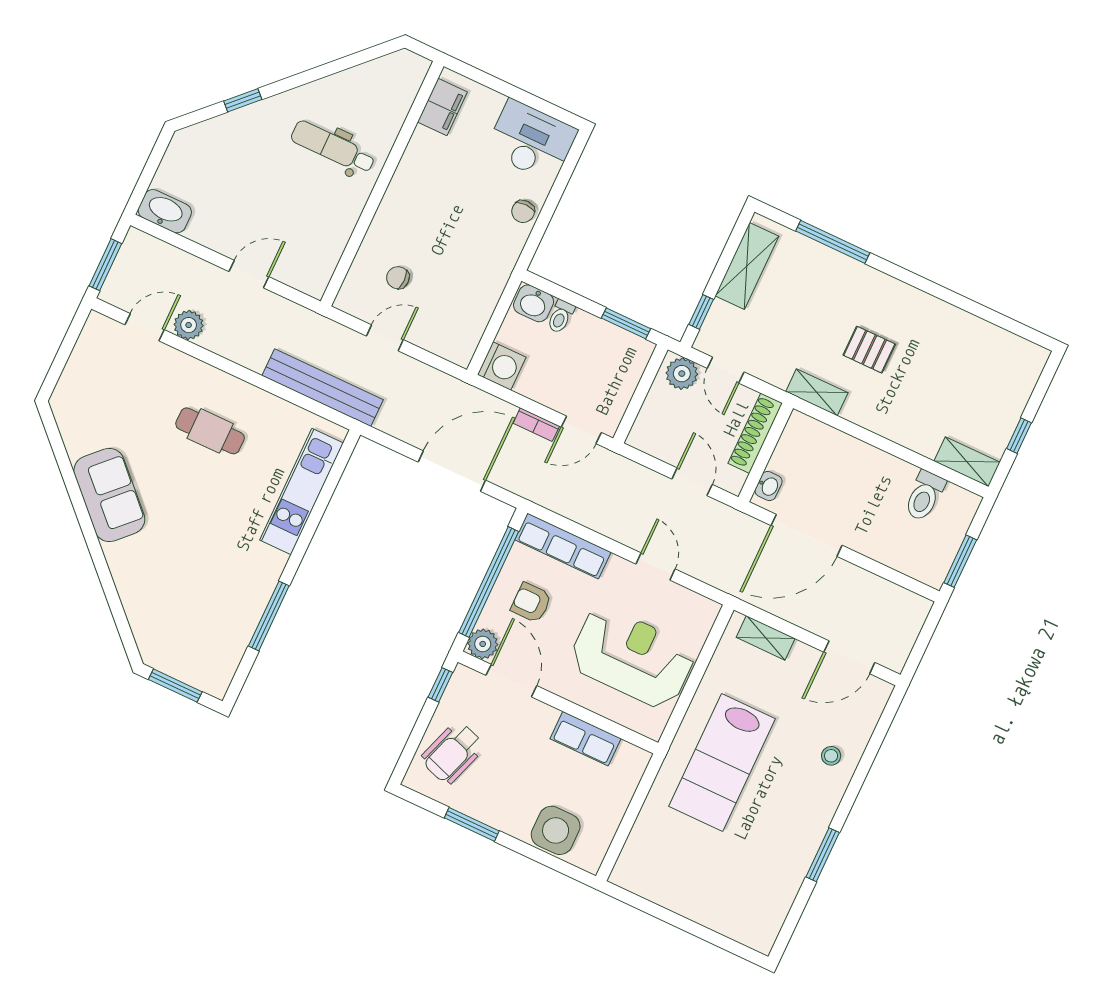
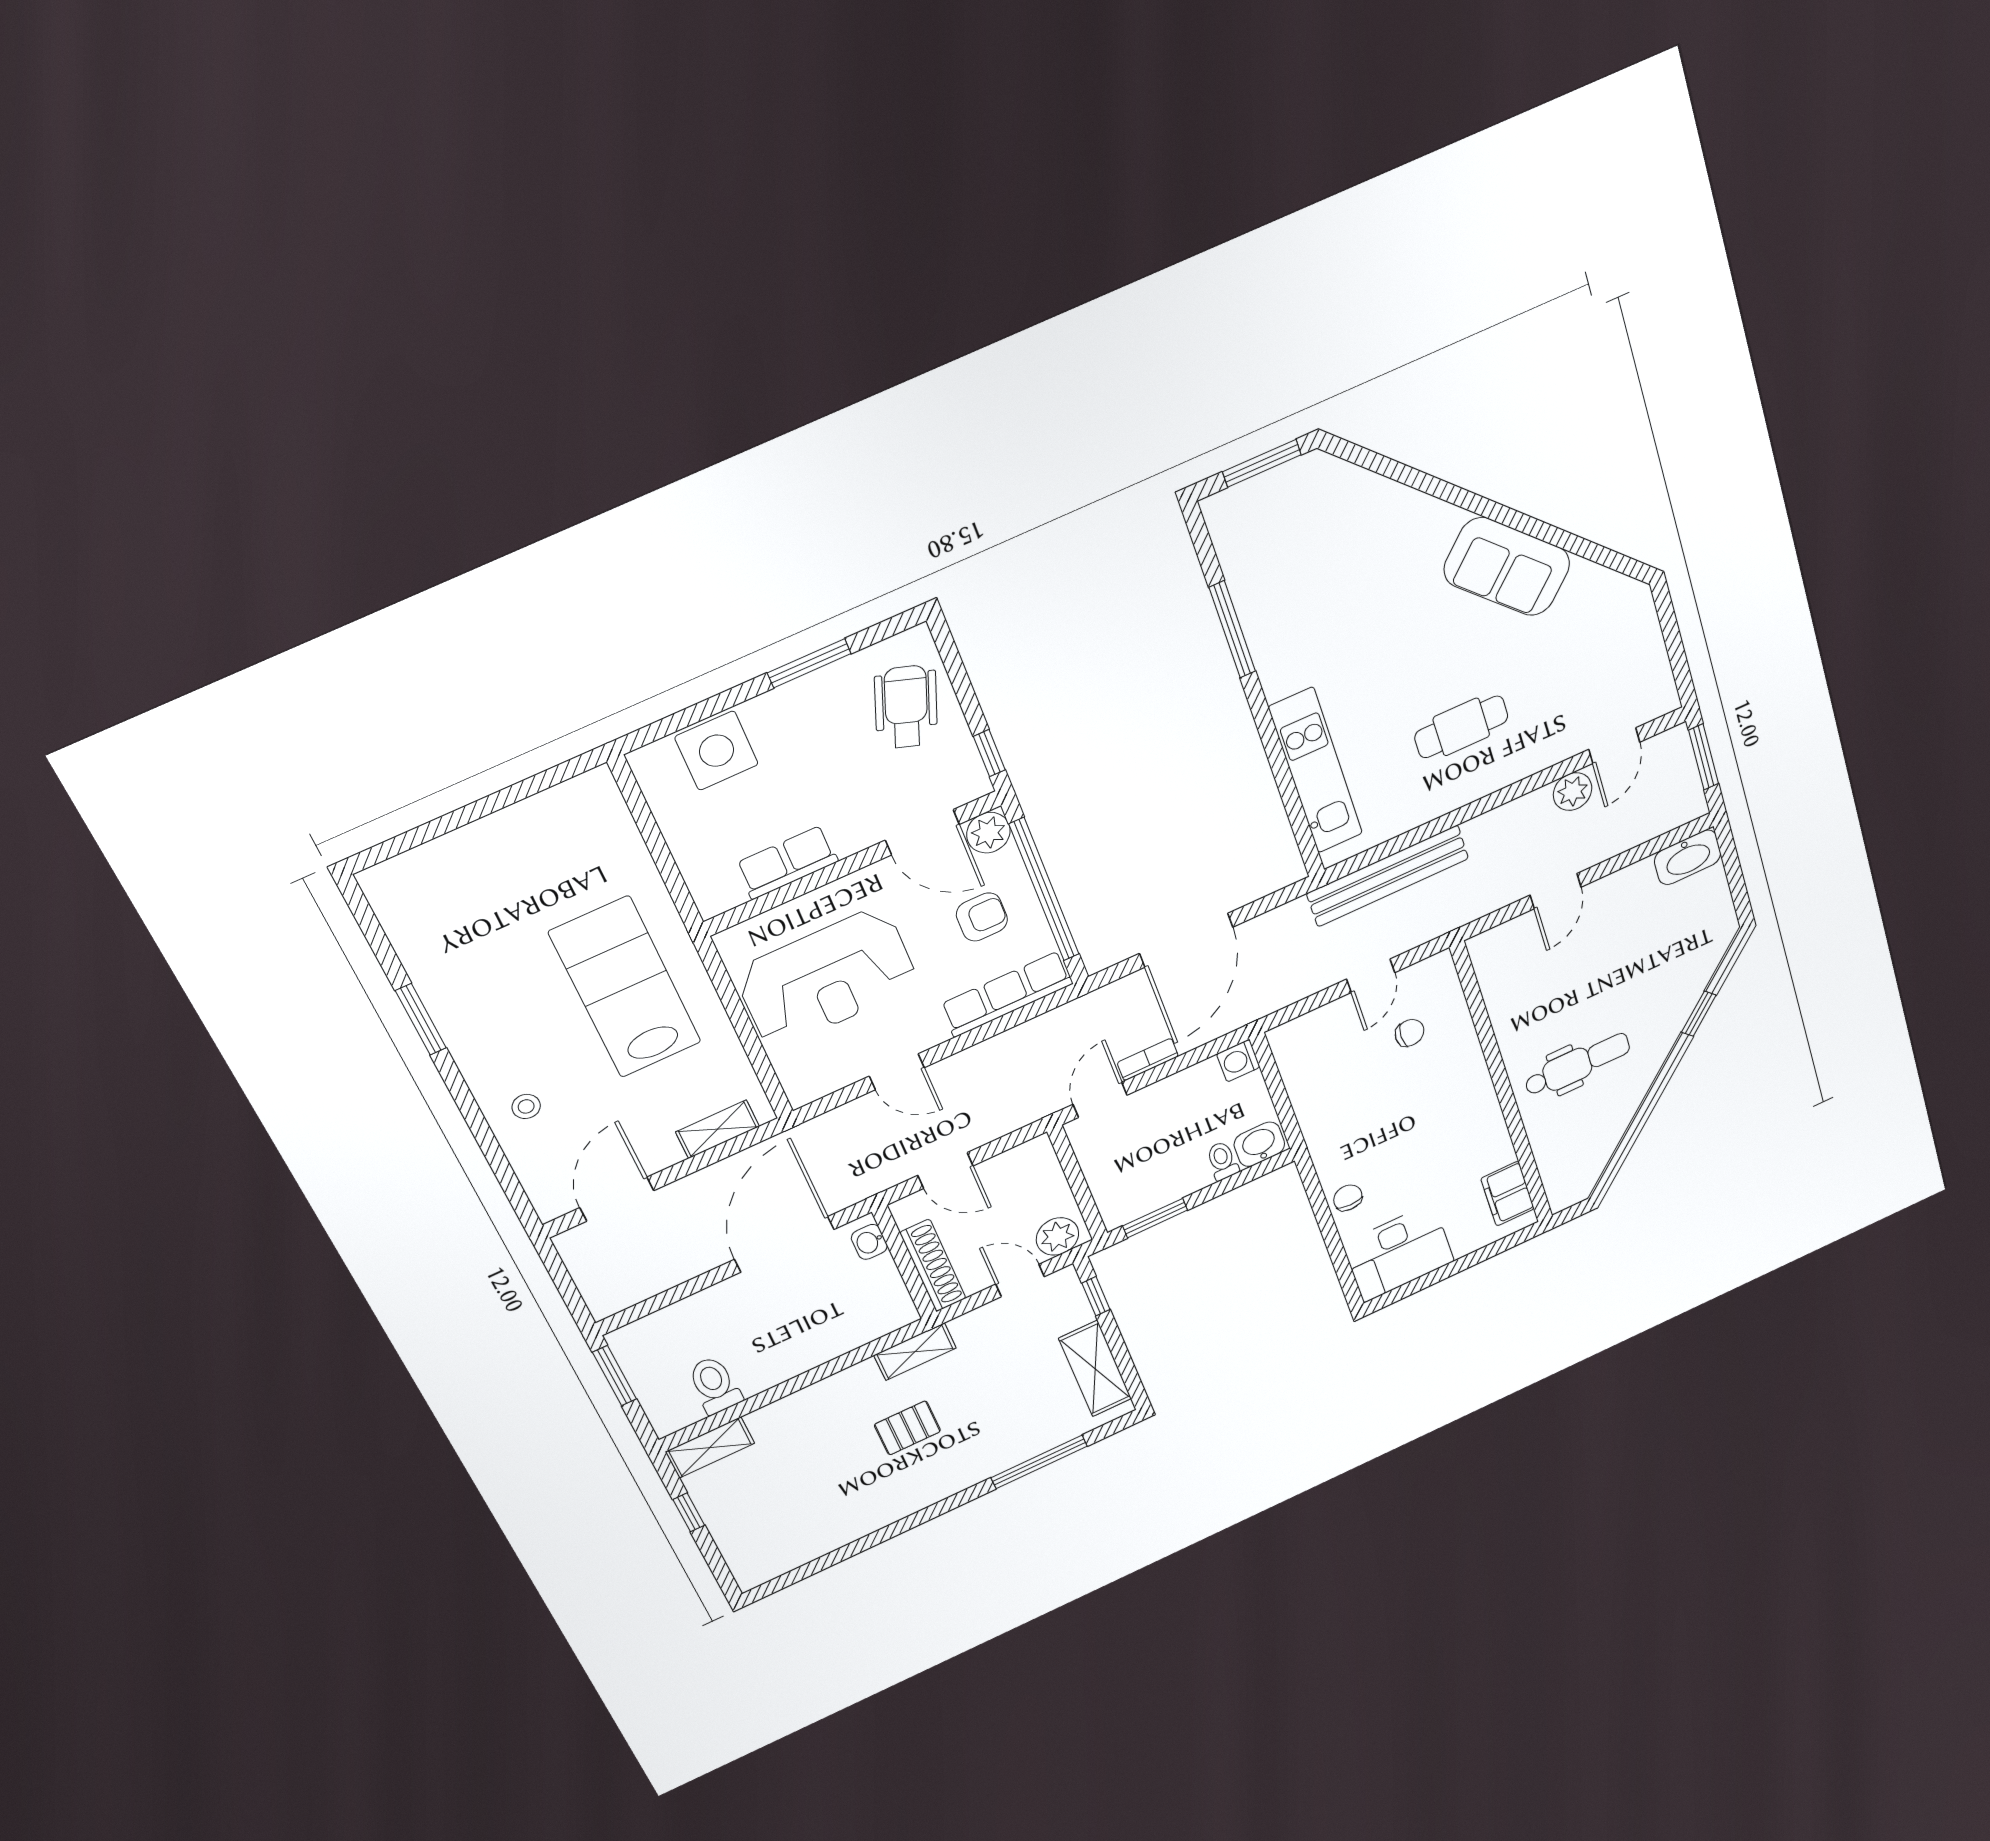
washing machine: (502, 366) -> (1238, 1061), width x0.73, depth x0.73

